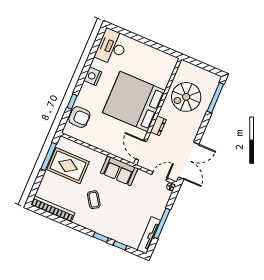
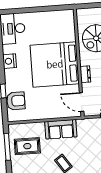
rug: (68, 166) -> (27, 146), width x0.73, depth x0.70
sofa: (119, 171) -> (61, 129), moved

